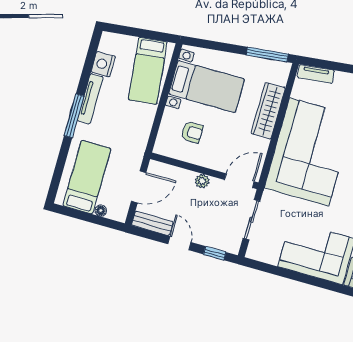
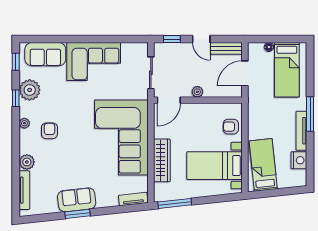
armchair: (192, 132) -> (231, 127), moved

